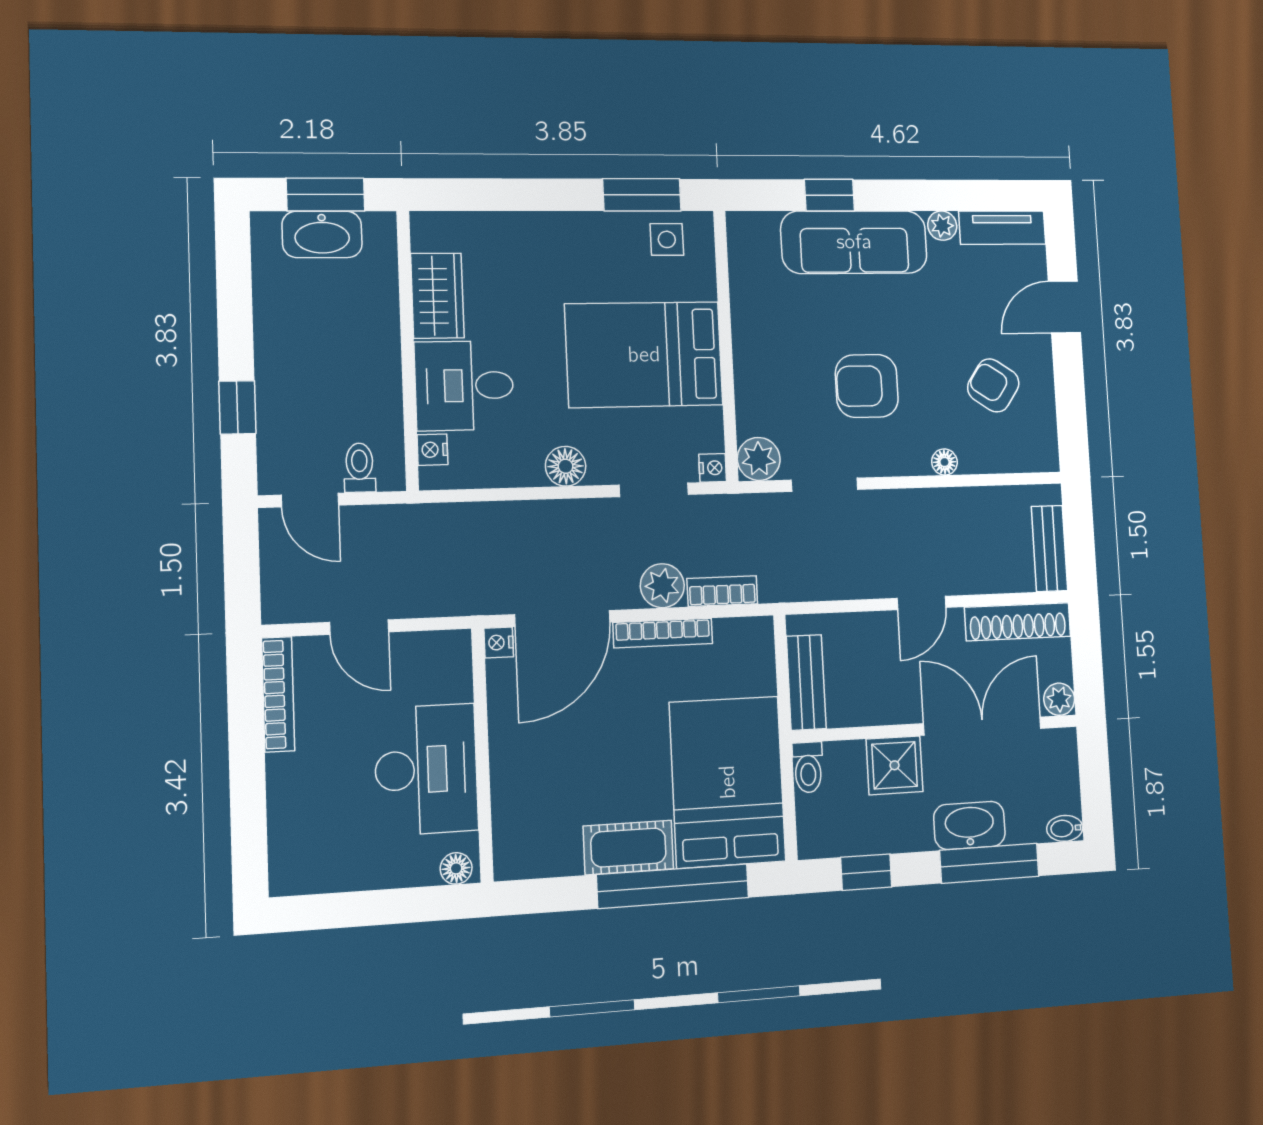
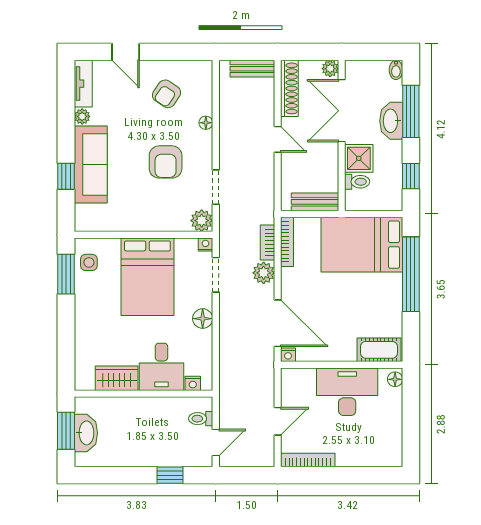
bookcase: (663, 633) -> (287, 242), moved
toilet: (808, 767) -> (357, 182), moved
cot: (628, 848) -> (379, 350), moved, turned 90

